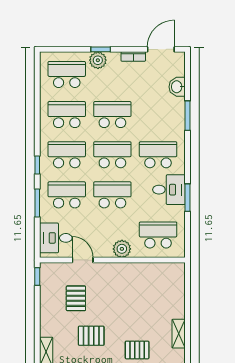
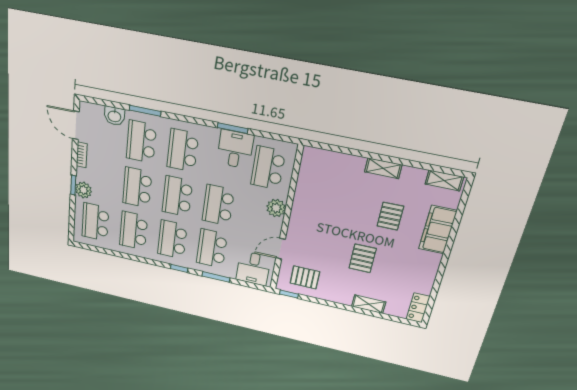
school desk: (158, 115) -> (141, 142), added
desk: (169, 190) -> (235, 149), moved
pallet: (76, 298) -> (305, 277), moved

